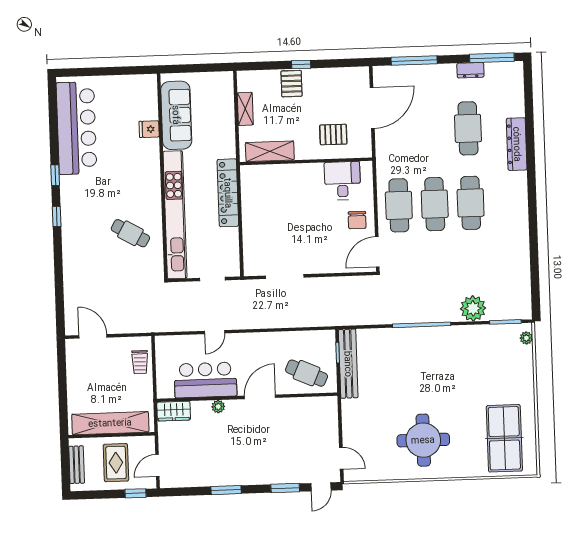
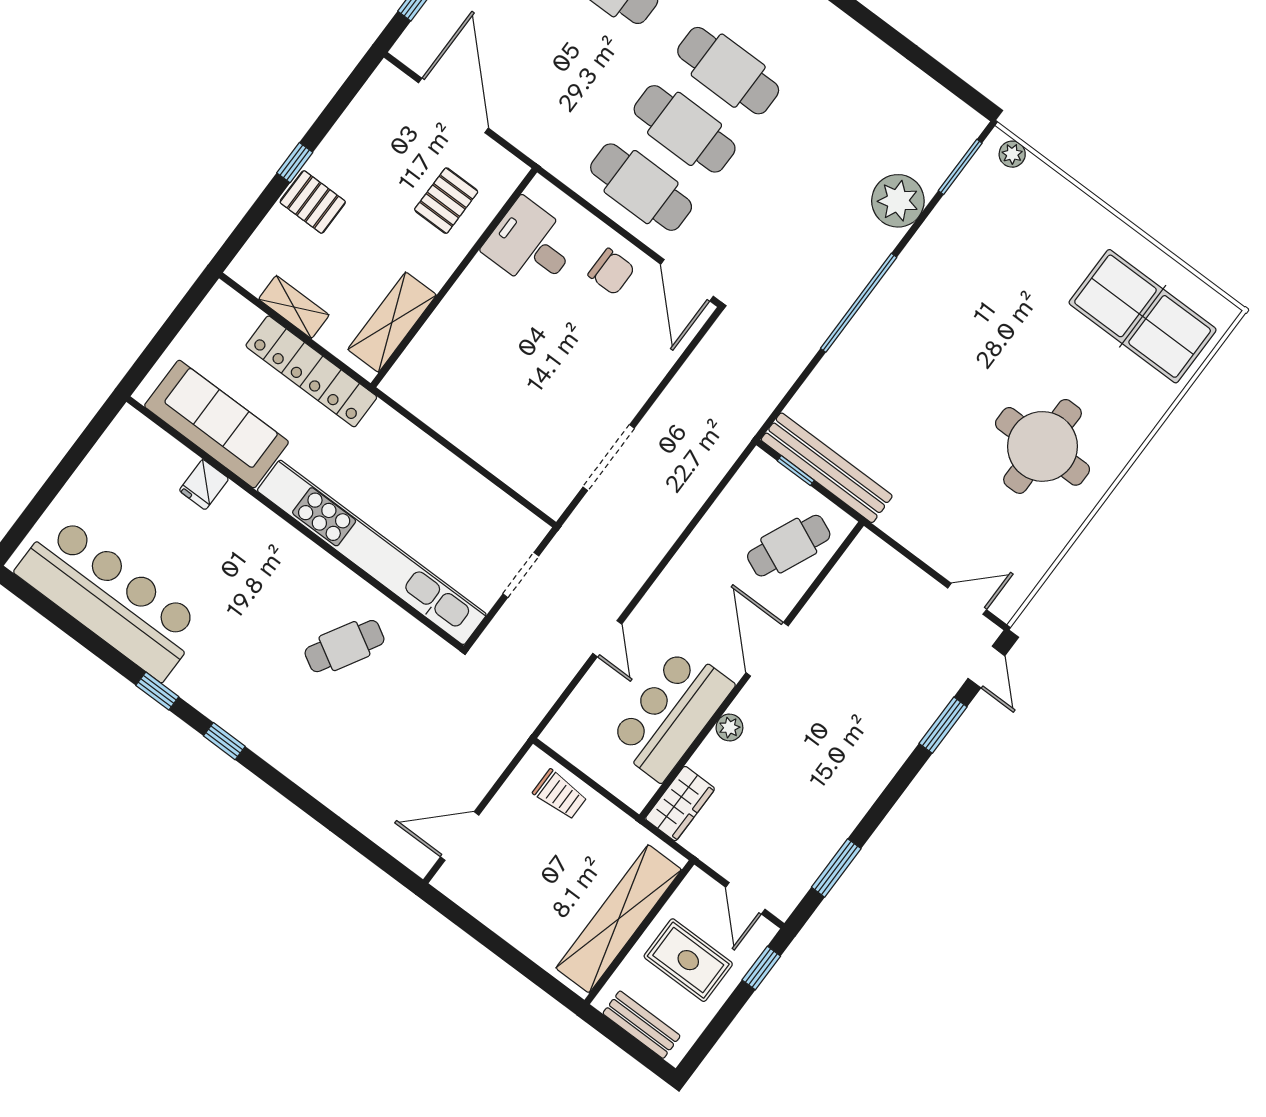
locker: (228, 193) -> (311, 371), moved
window: (226, 490) -> (836, 868), moved

